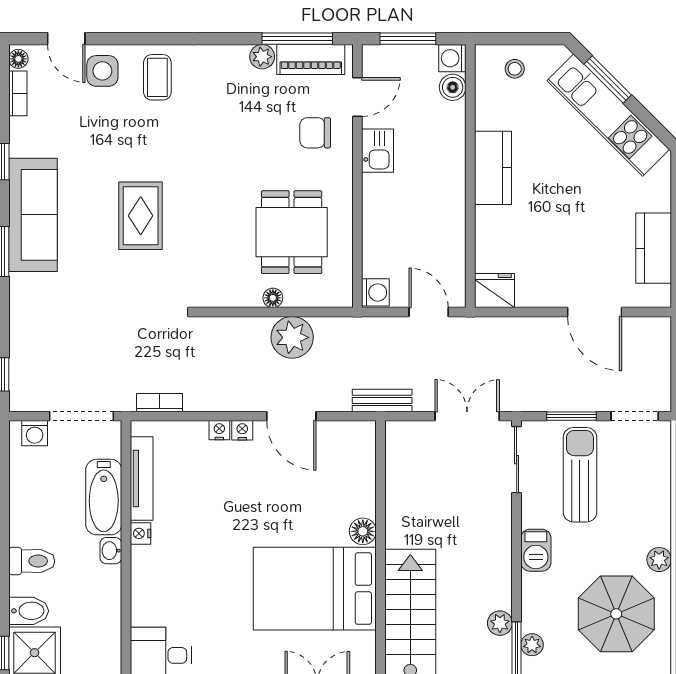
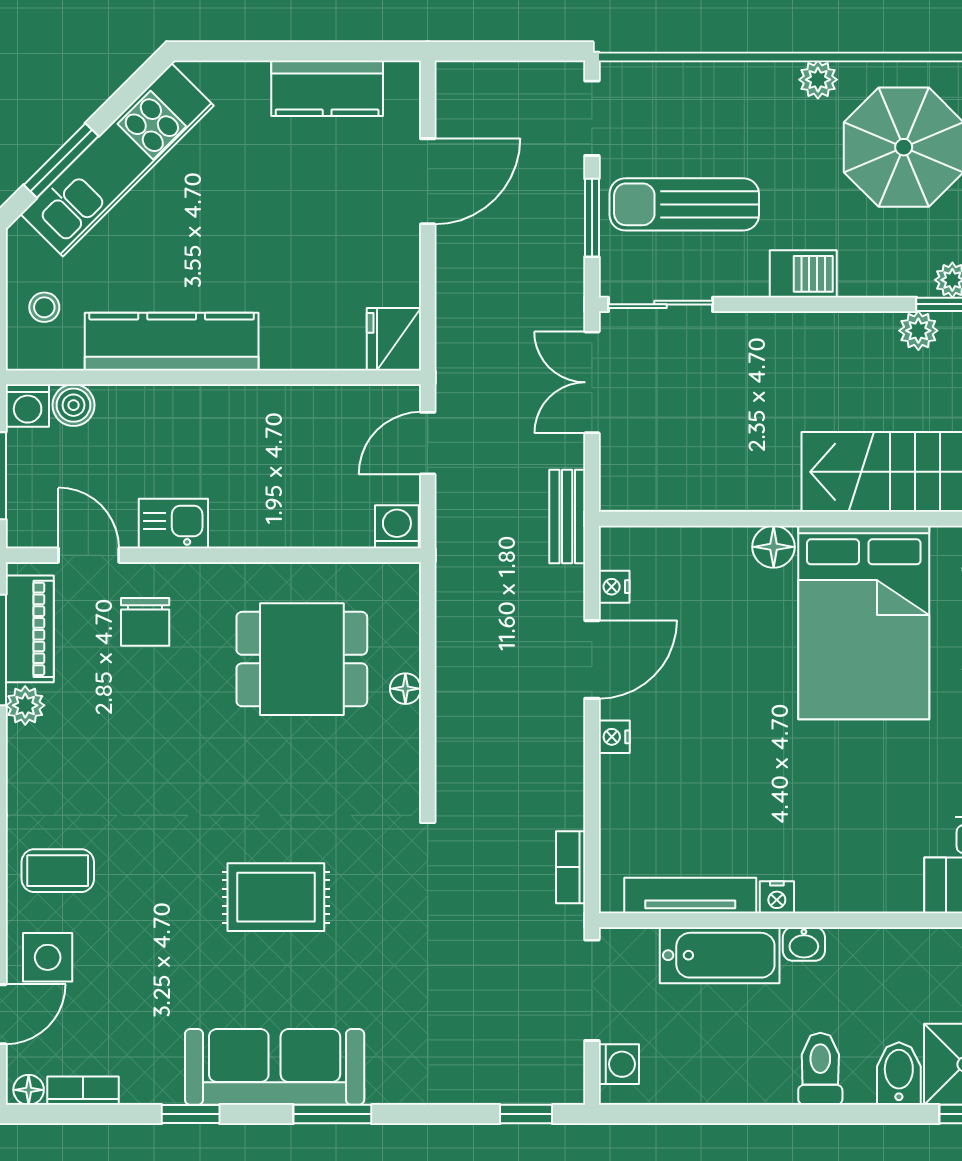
kitchen counter: (493, 168) -> (172, 342), width x1.50
plant: (292, 337) -> (468, 658), removed
nightstand: (219, 430) -> (614, 587), moved

